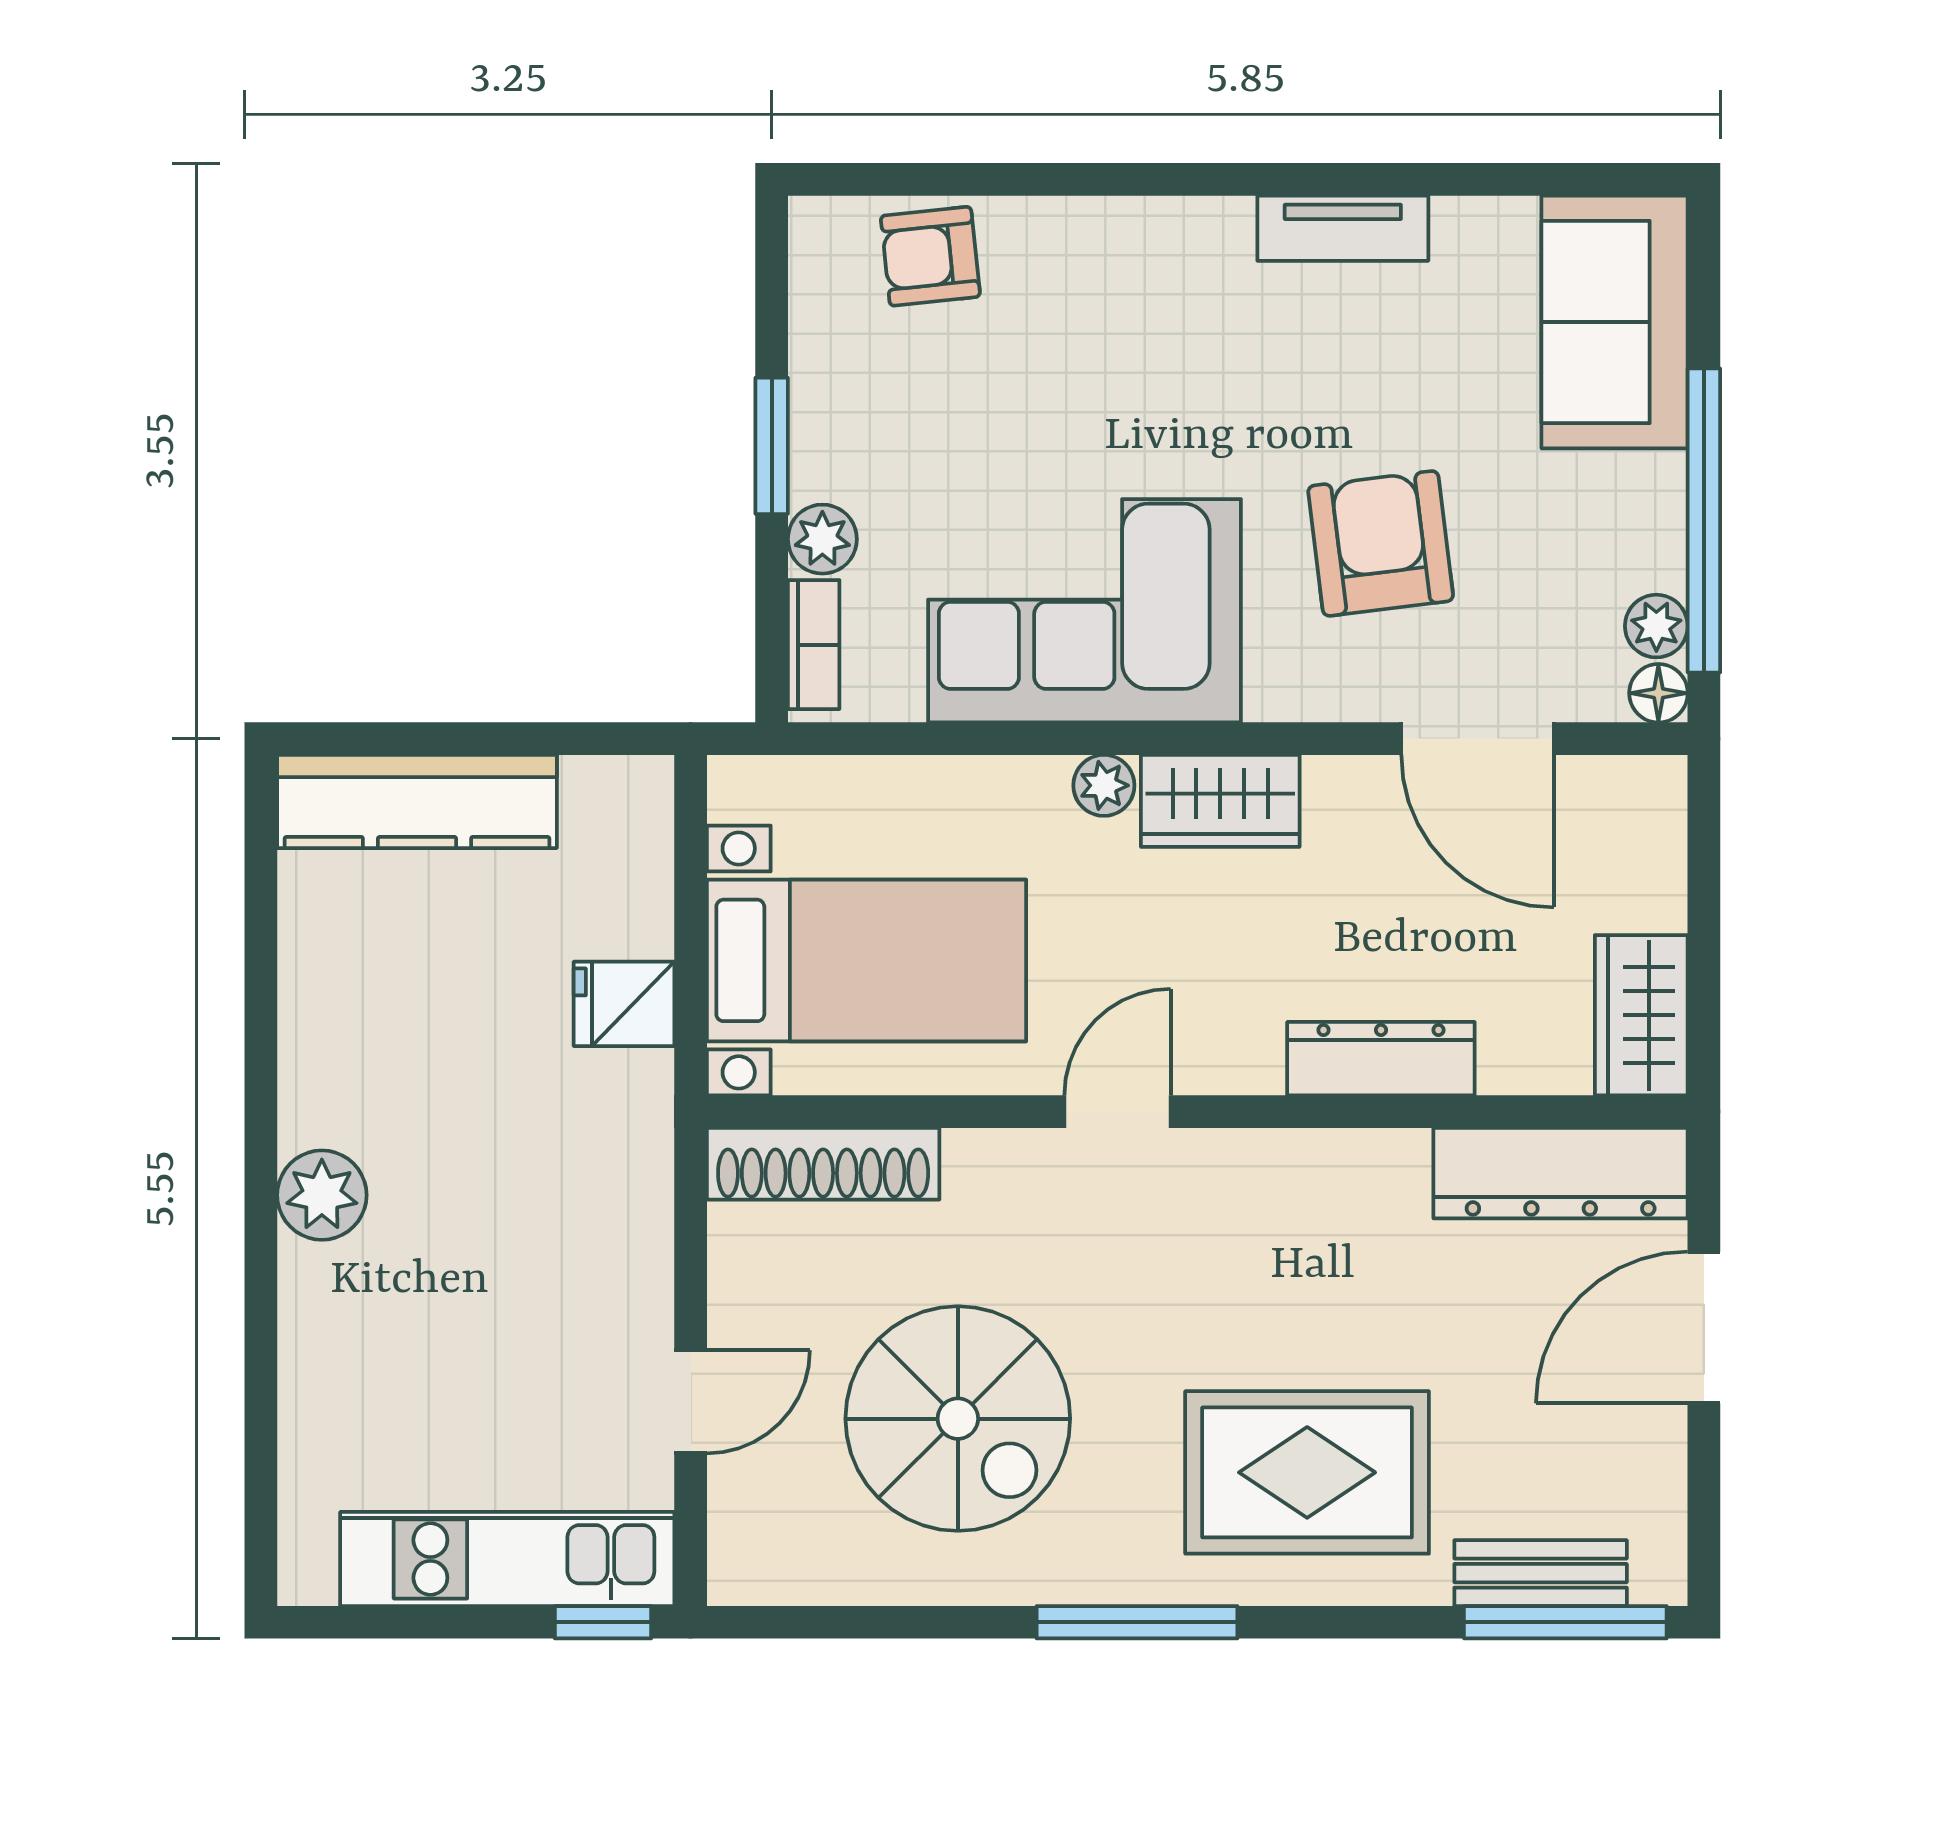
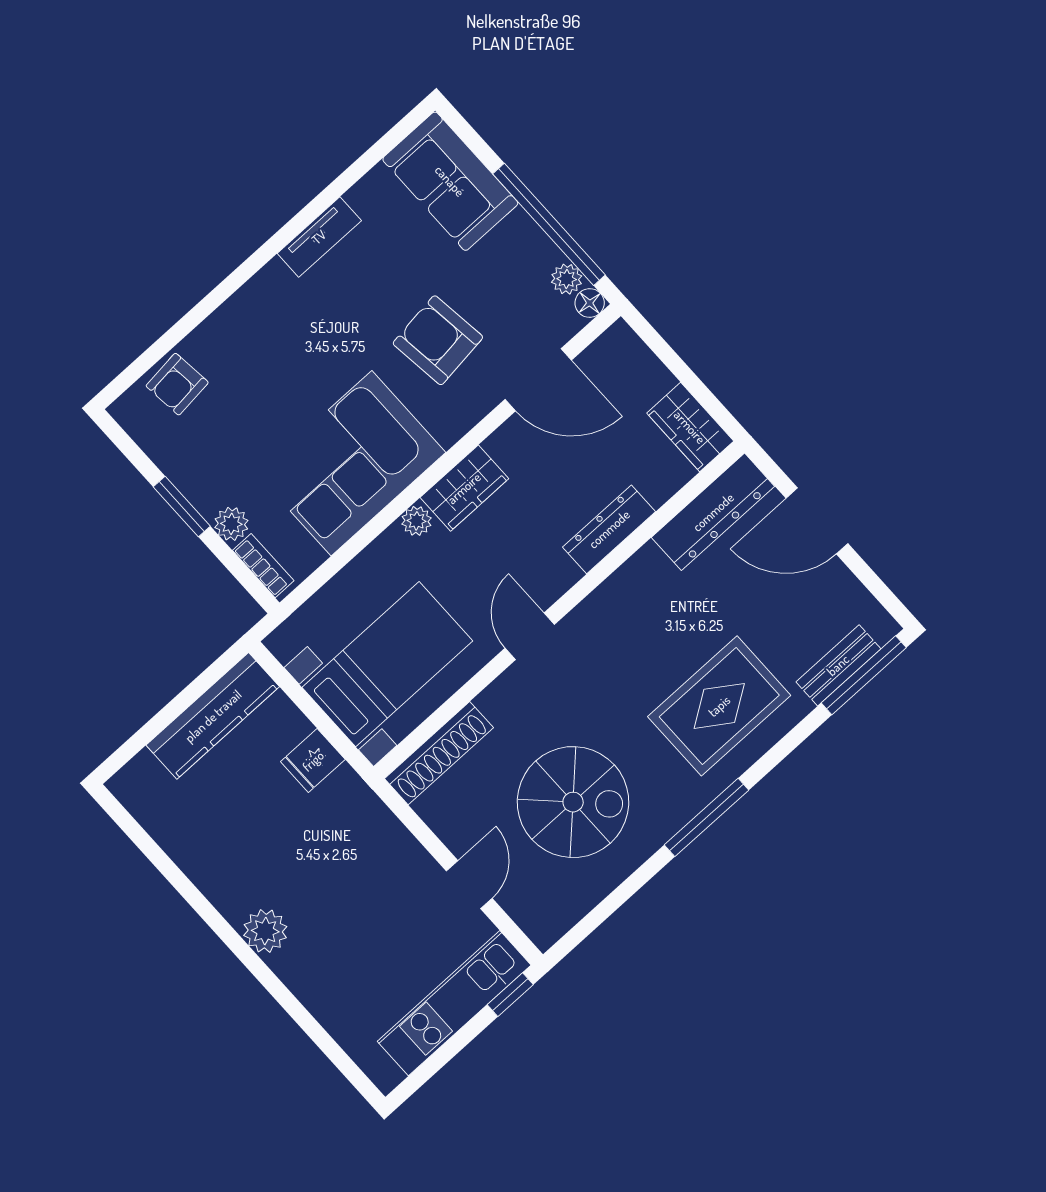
kitchen counter: (417, 801) -> (213, 716), moved
door: (1704, 1327) -> (817, 521), hinge flipped

